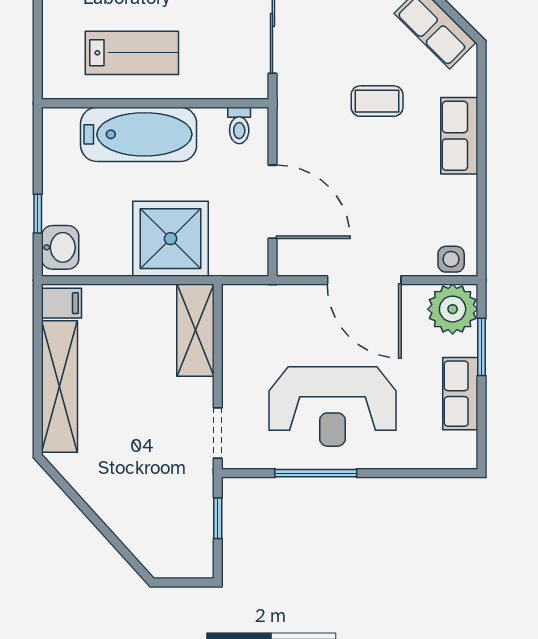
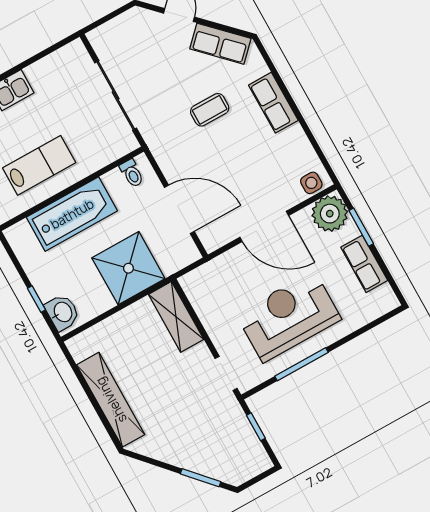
filing cabinet: (61, 303) -> (83, 347), removed
reception desk: (332, 406) -> (289, 317), turned 180
window: (116, 542) -> (201, 478), added

